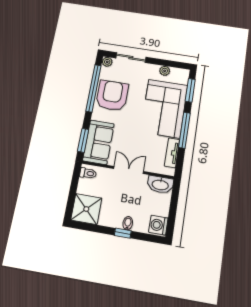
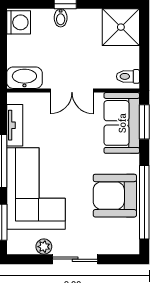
sliding door: (131, 58) -> (75, 259), moved
plant: (107, 62) -> (132, 247), removed
armchair: (112, 95) -> (115, 196), turned 90

